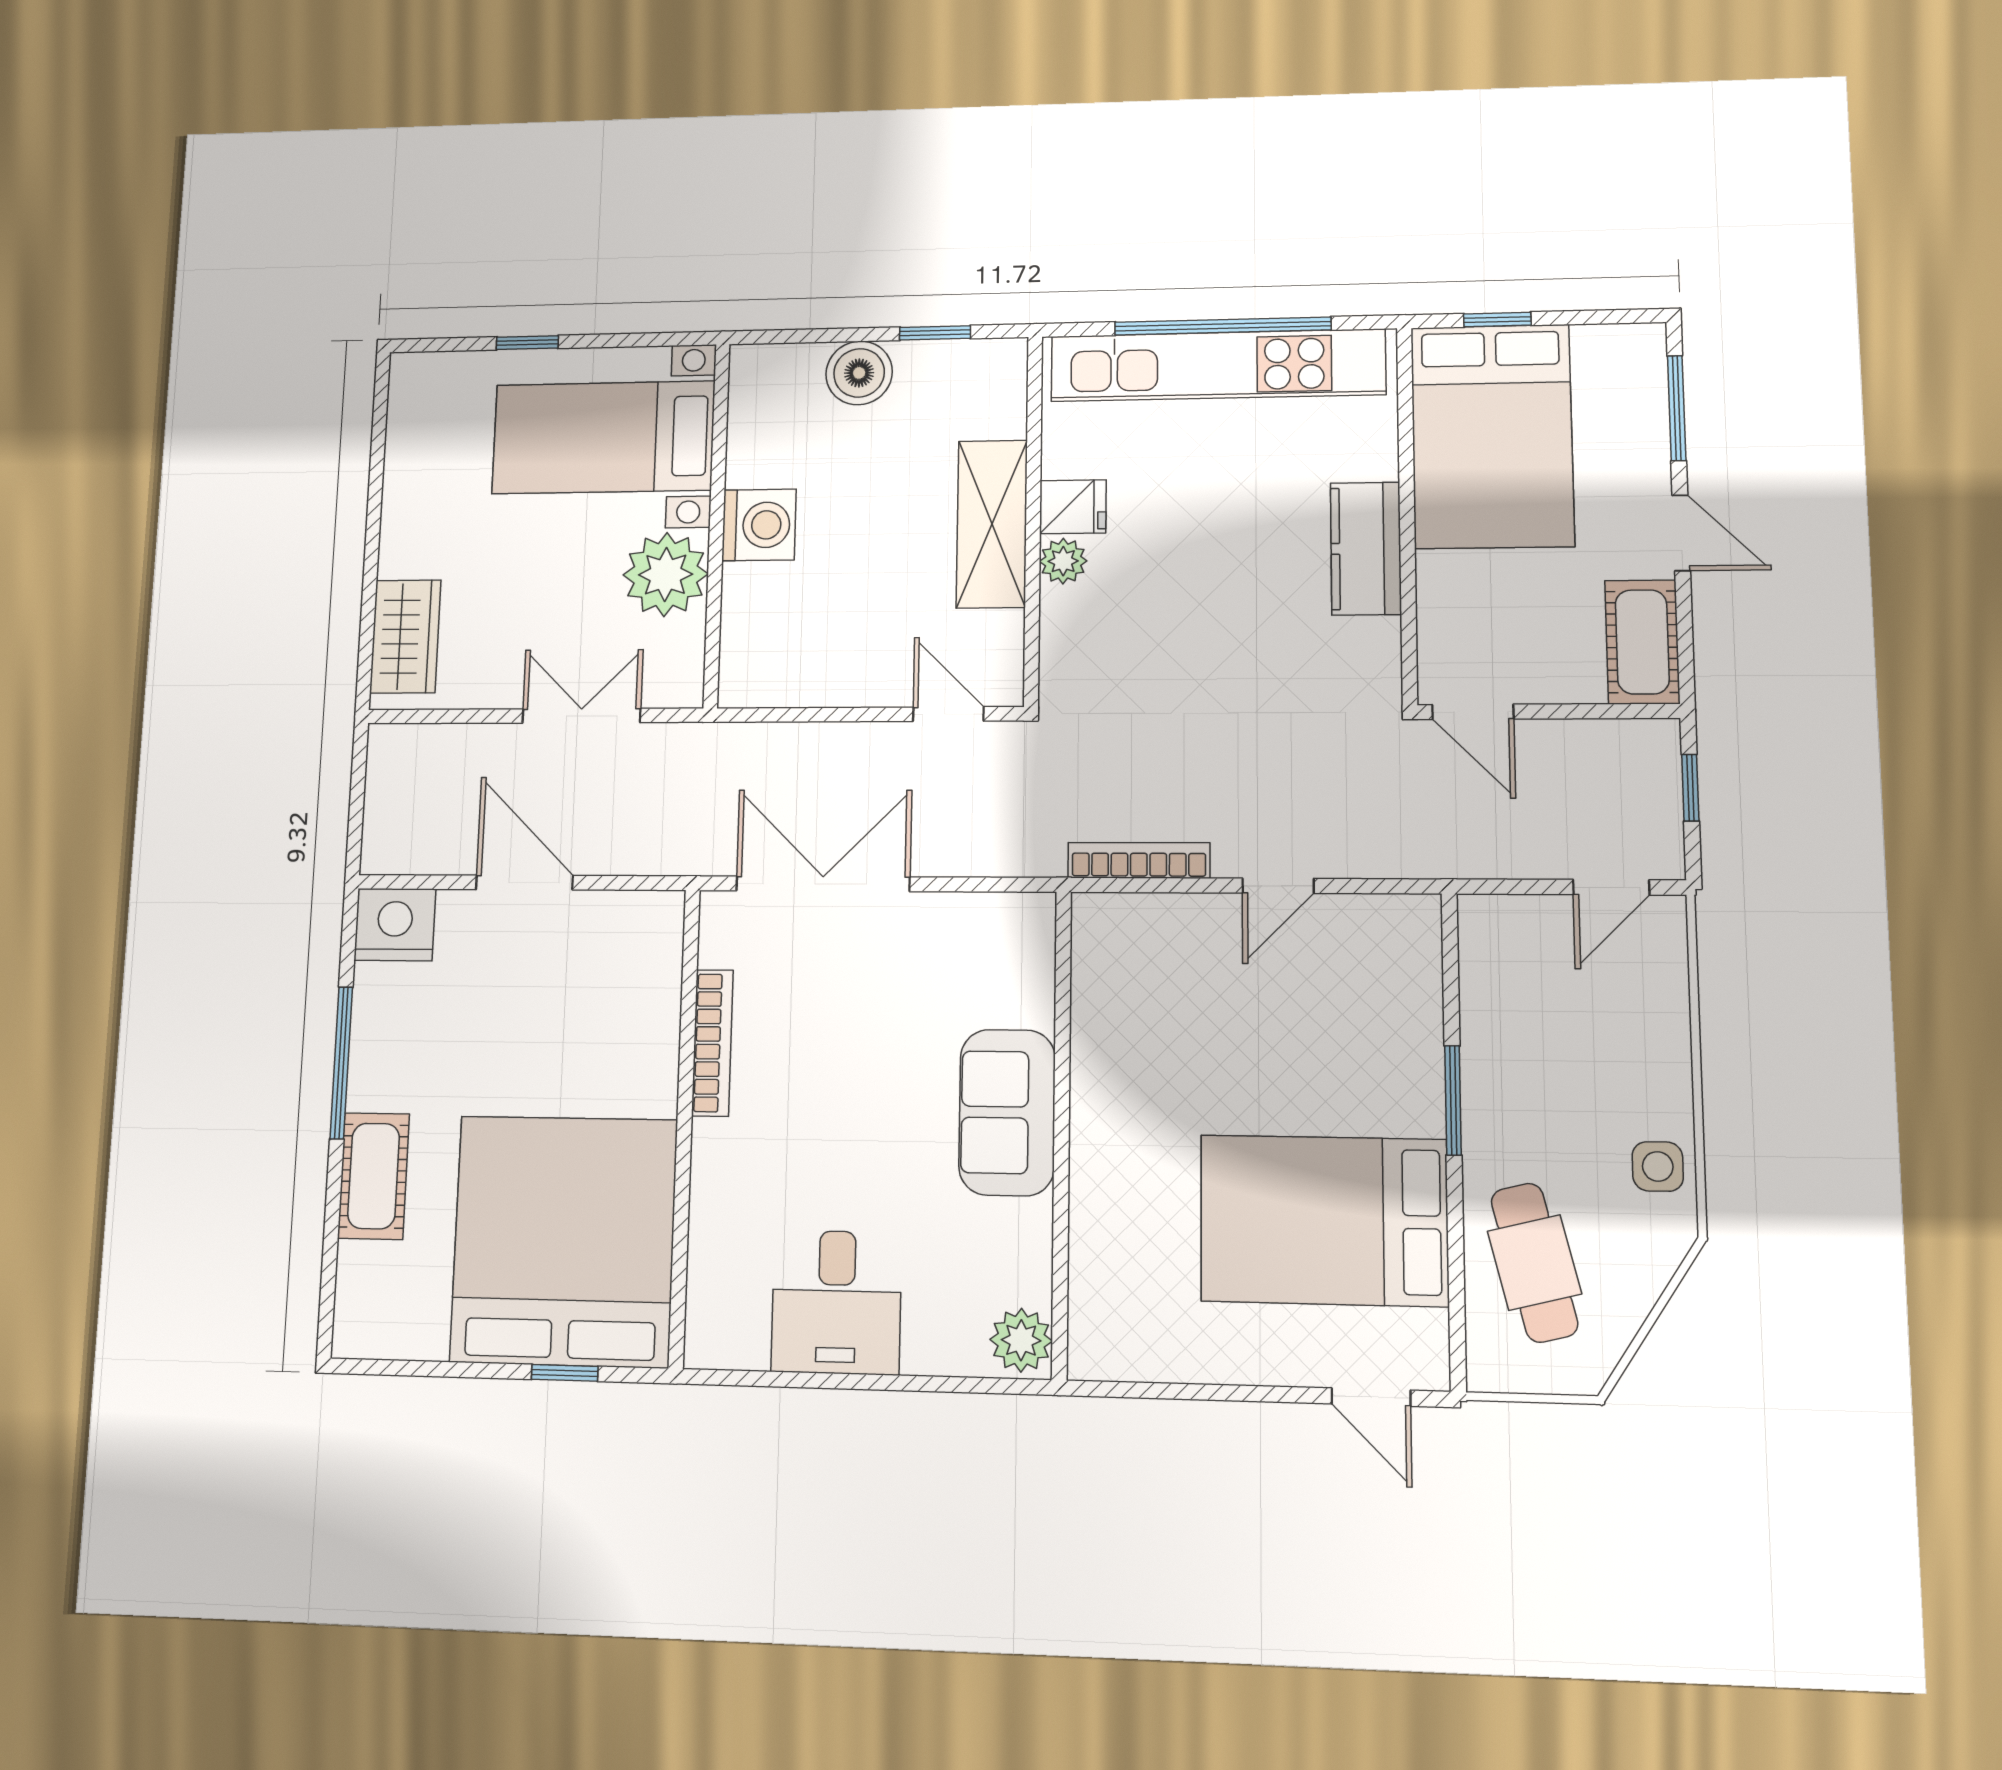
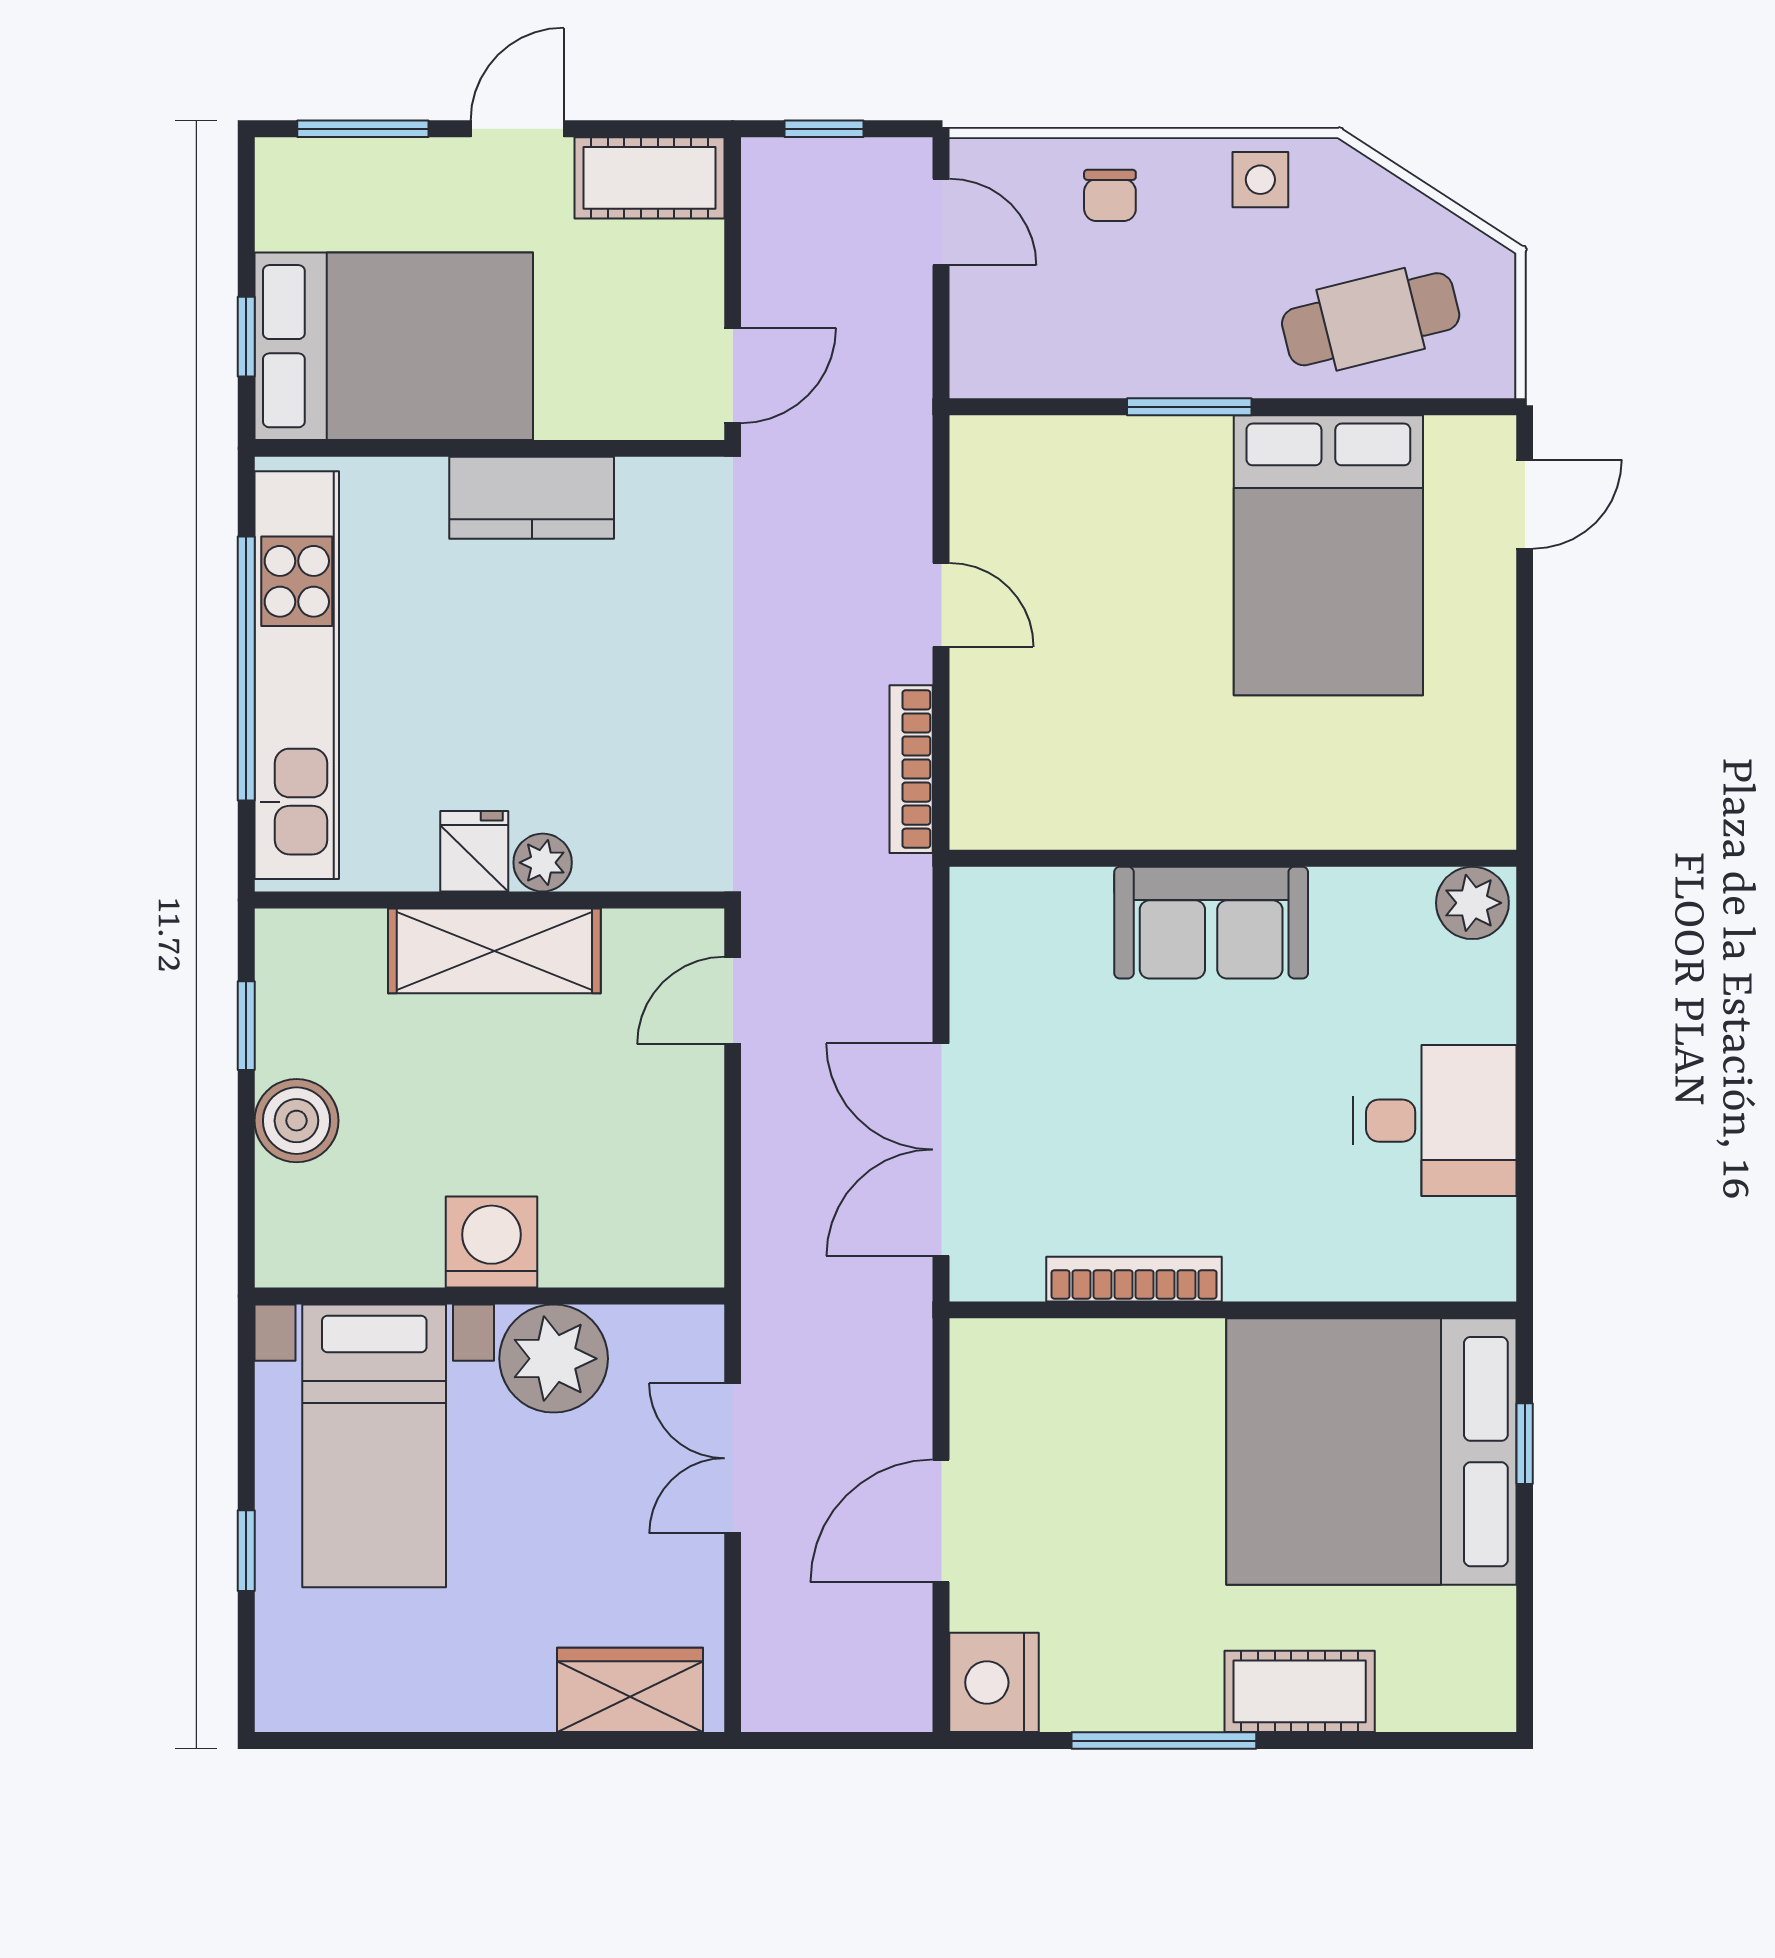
chair: (1639, 1034) -> (1110, 195), added

